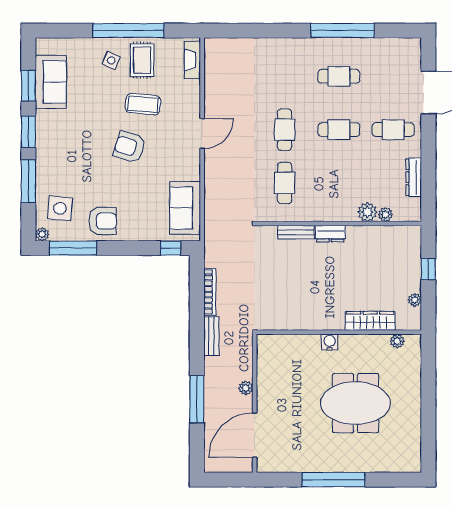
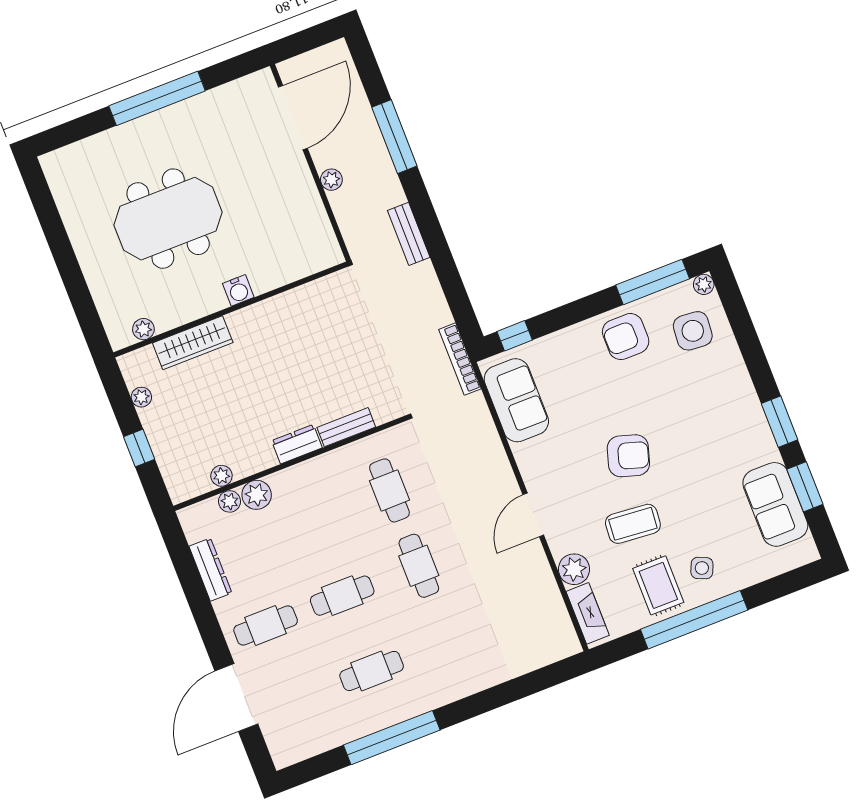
plant: (190, 90) -> (574, 569), added
window: (28, 181) -> (752, 352), removed
plant: (384, 232) -> (221, 476), added
bookcase: (210, 292) -> (460, 359), moved

